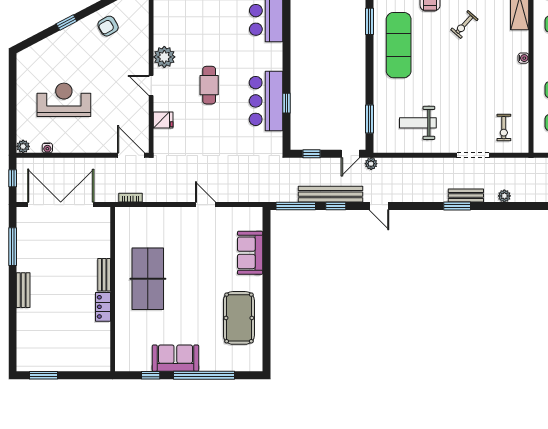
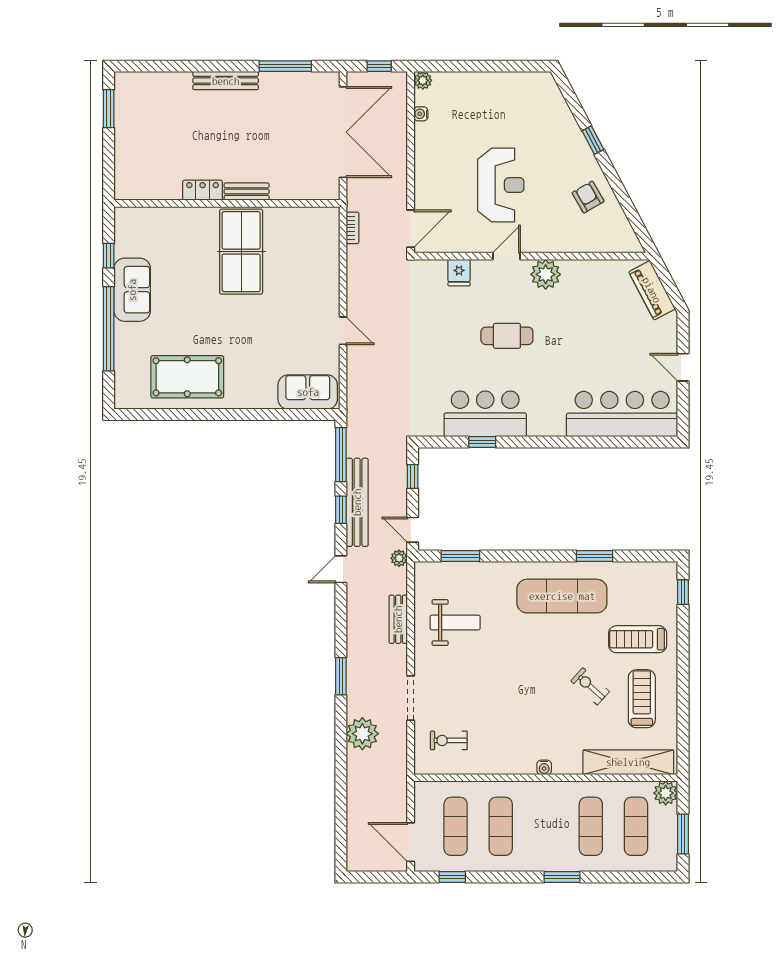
reception desk: (64, 100) -> (501, 185), moved
weight bench: (418, 123) -> (455, 623), turned 90
bench: (466, 196) -> (398, 619), moved
plant: (504, 196) -> (362, 734), width x1.88, depth x1.88
door: (205, 205) -> (343, 331), hinge flipped
sofa: (250, 253) -> (308, 392), moved
table tennis table: (148, 279) -> (241, 252), turned 90
bench: (23, 290) -> (226, 81), width x1.36

